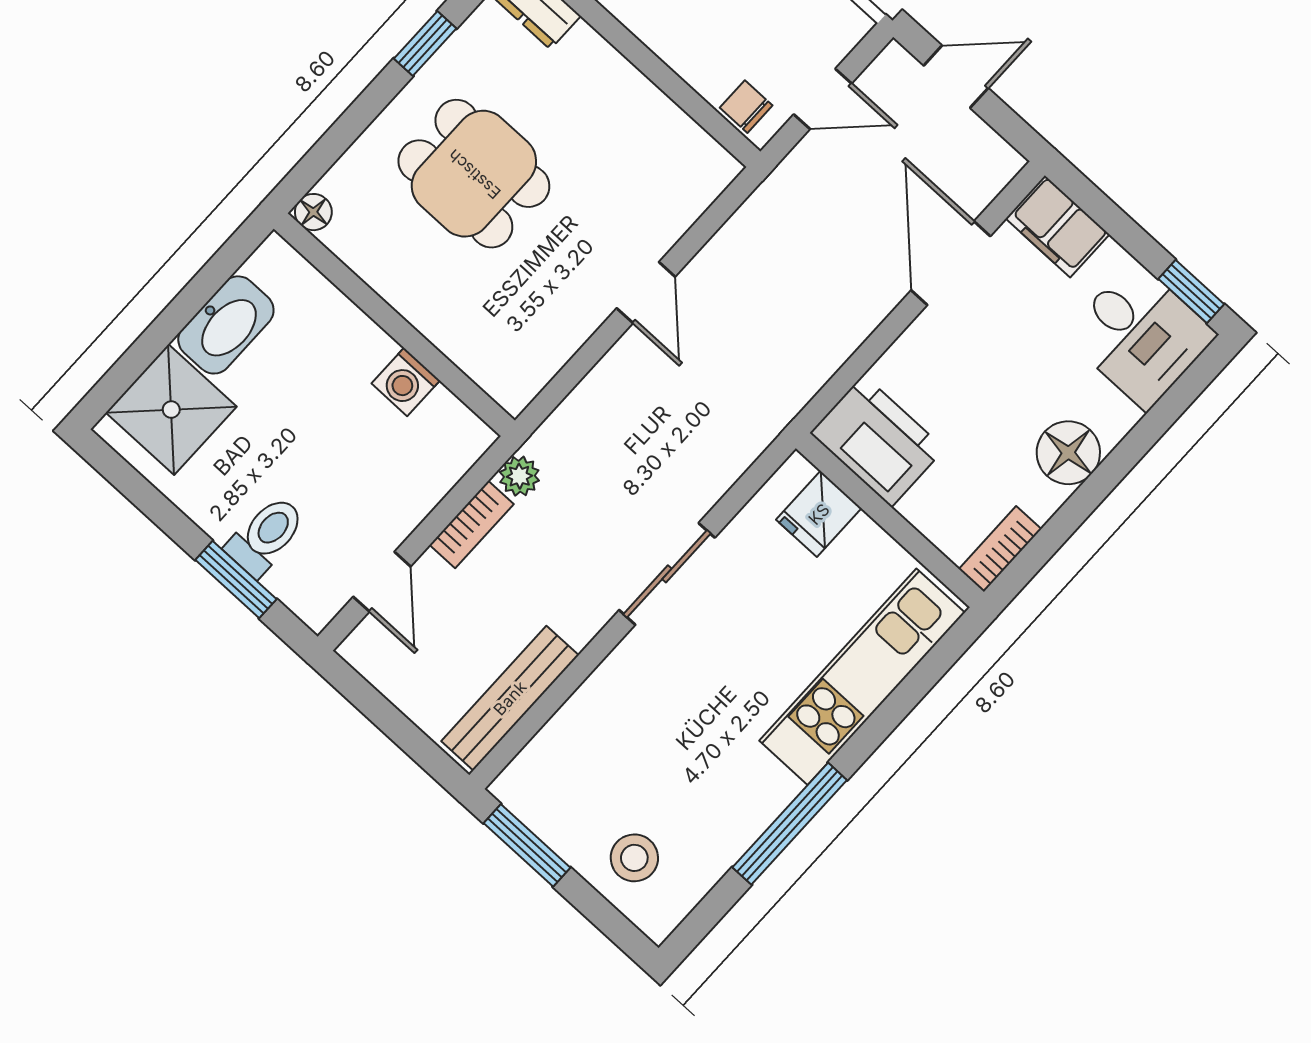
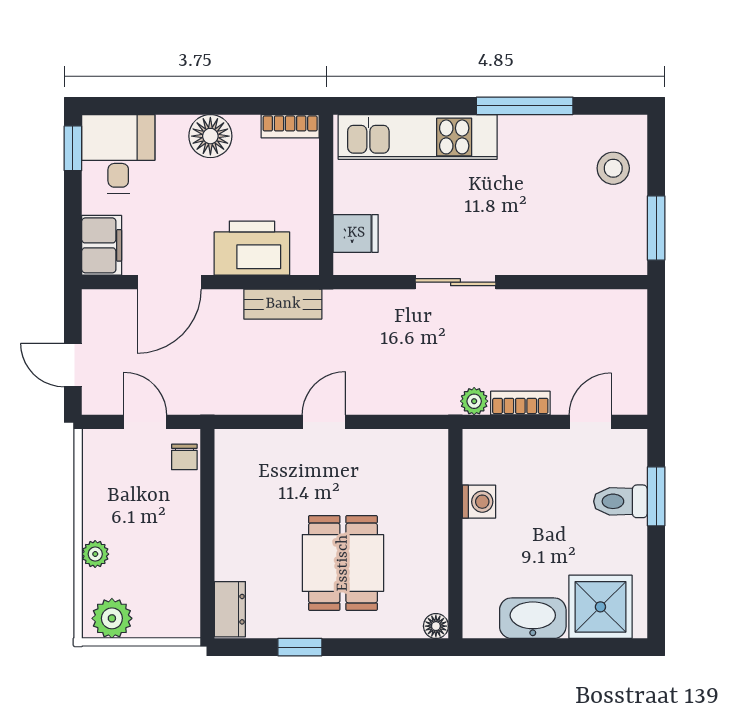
printer: (877, 441) -> (252, 248), moved, turned 90
bench: (510, 698) -> (283, 304), moved, width x0.73

